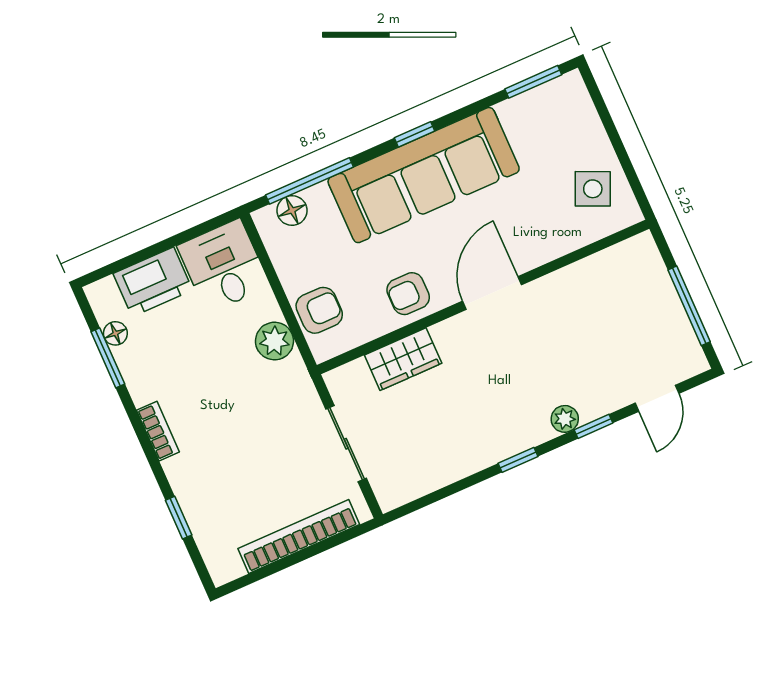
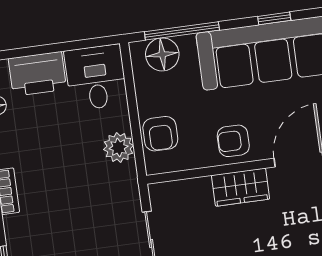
floor lamp: (292, 210) -> (162, 54), width x1.38, depth x1.38
armchair: (319, 310) -> (160, 134), turned 90
wardrobe: (403, 359) -> (241, 187), moved

